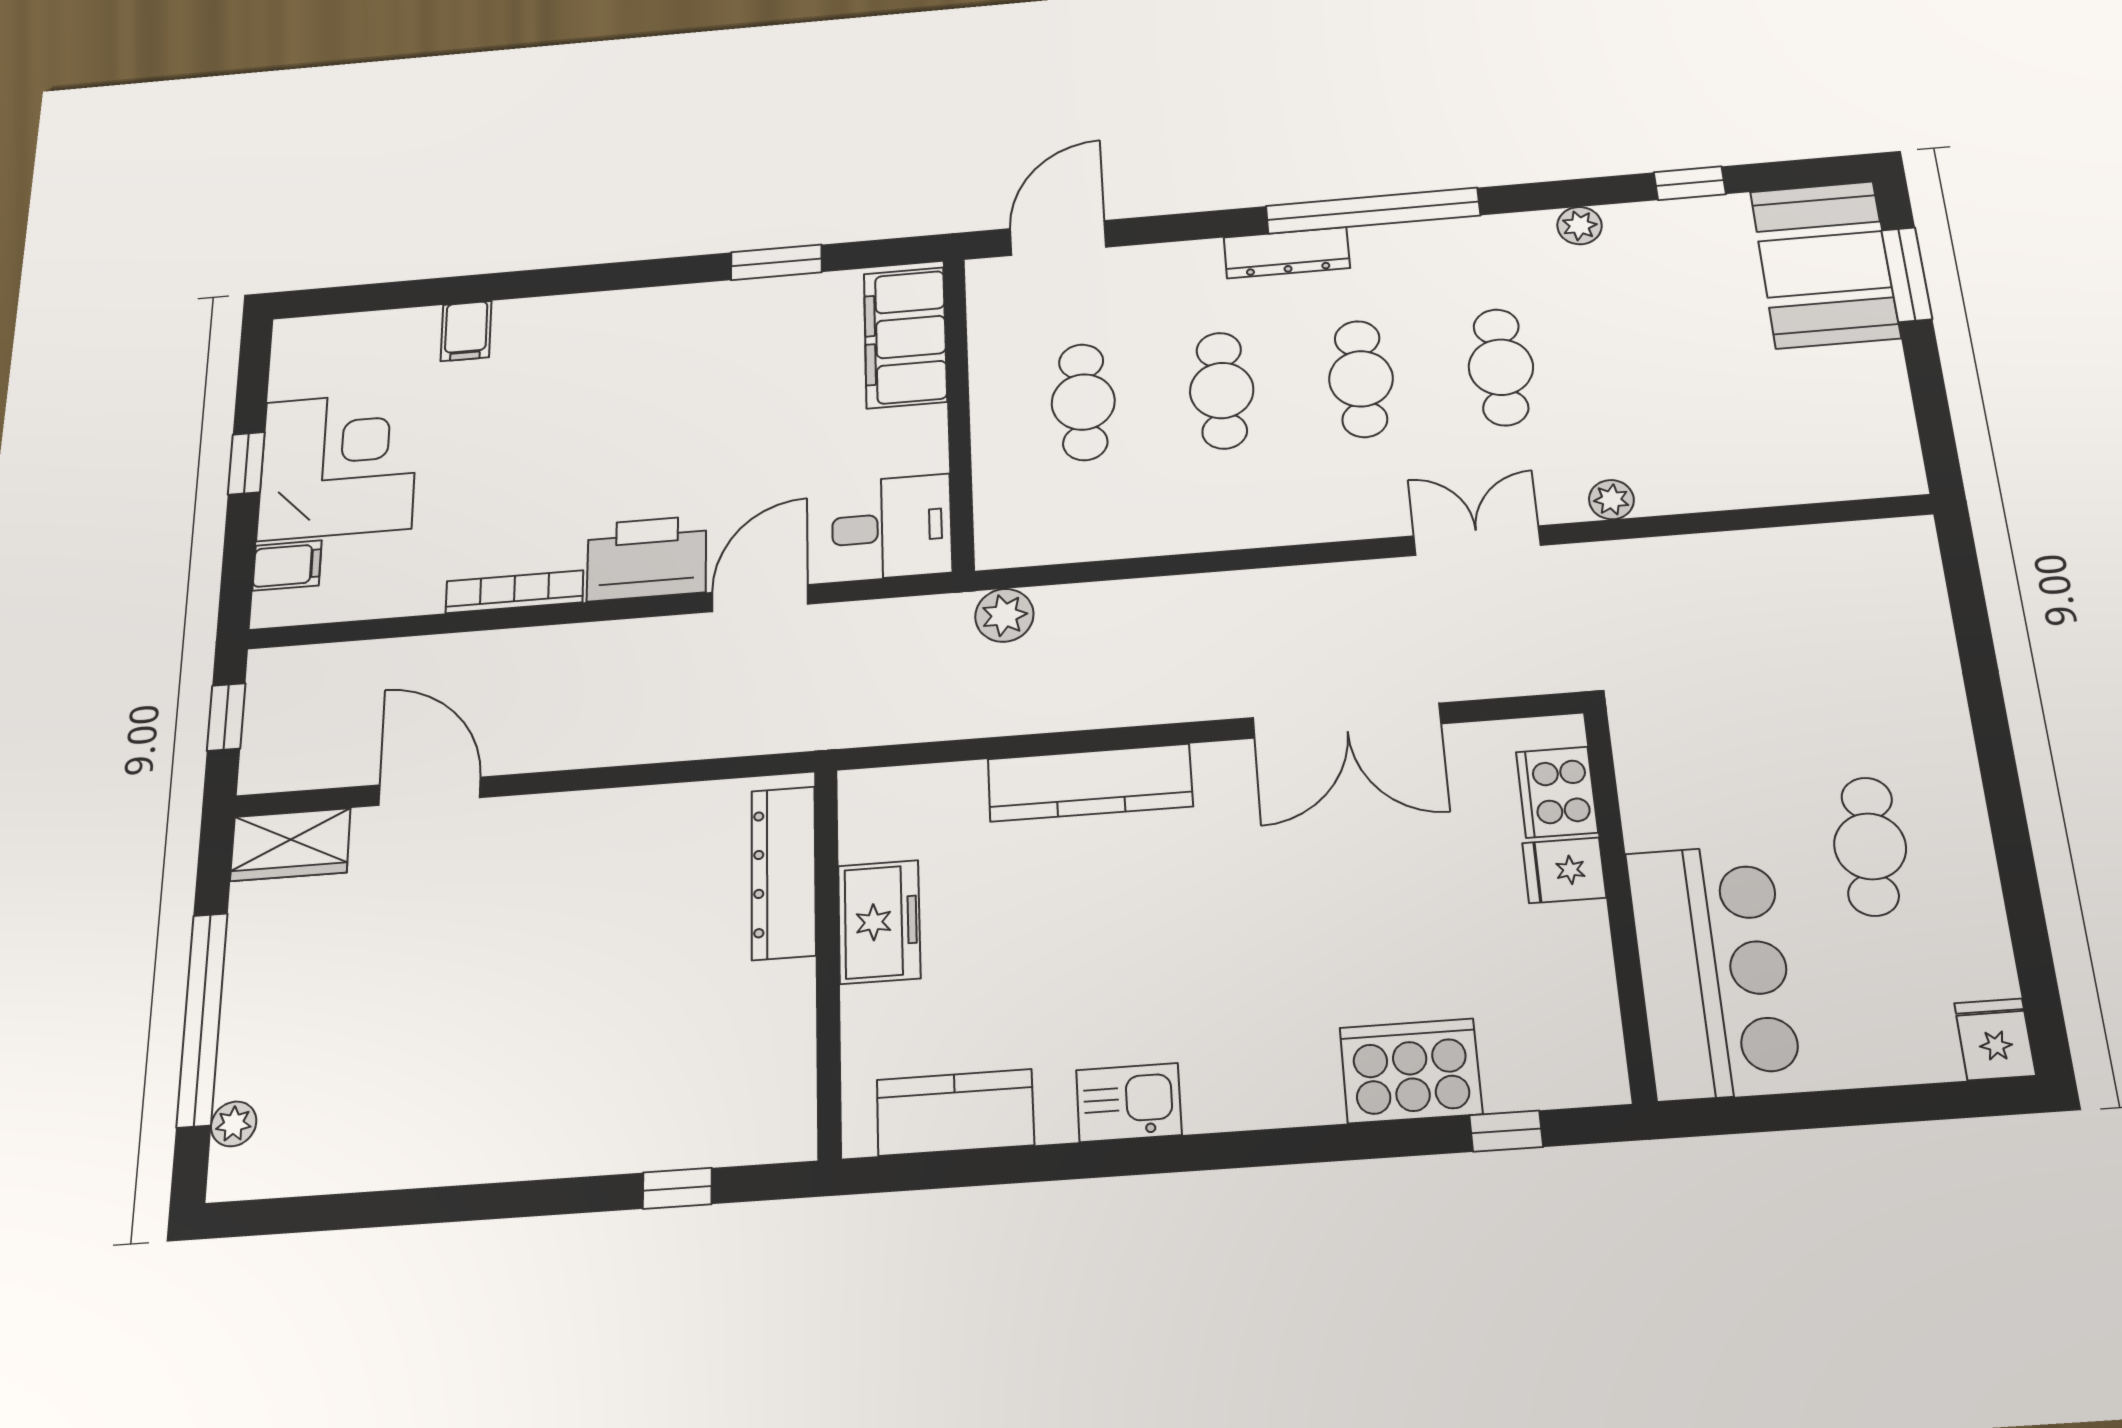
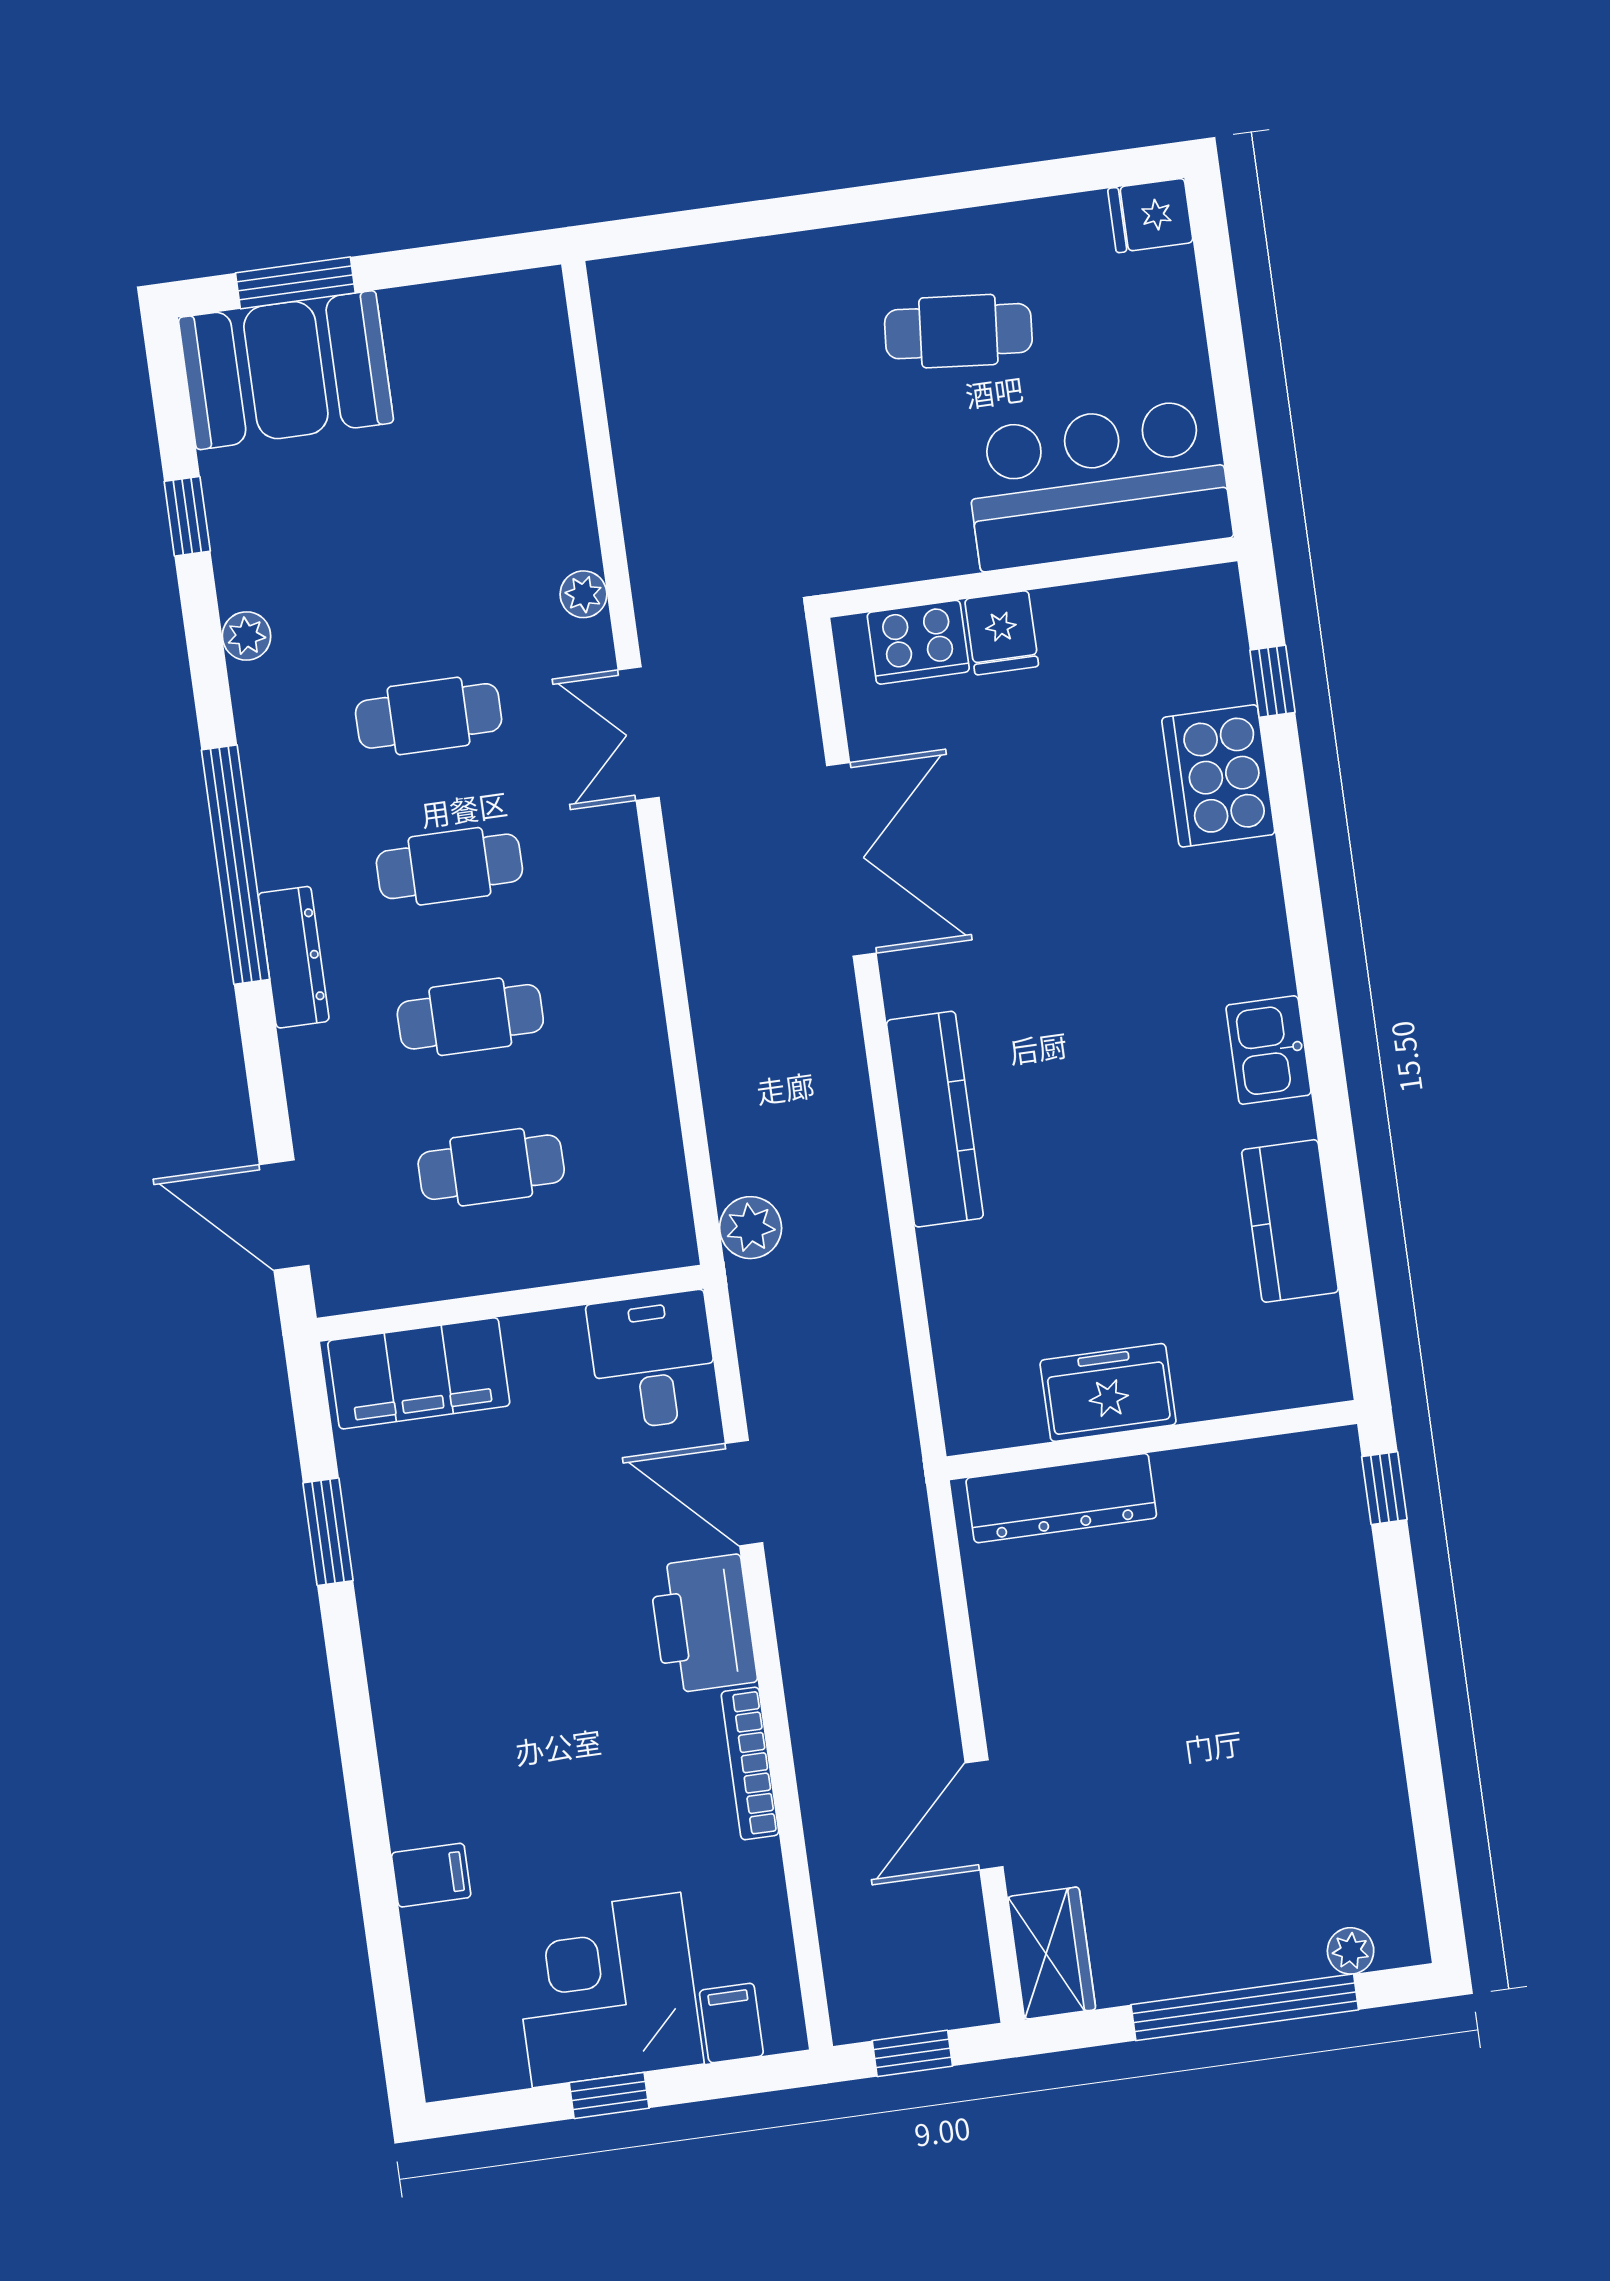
dresser: (783, 873) -> (1061, 1498), moved
freezer: (879, 922) -> (1108, 1392), moved
wall: (828, 960) -> (1152, 1440), moved

